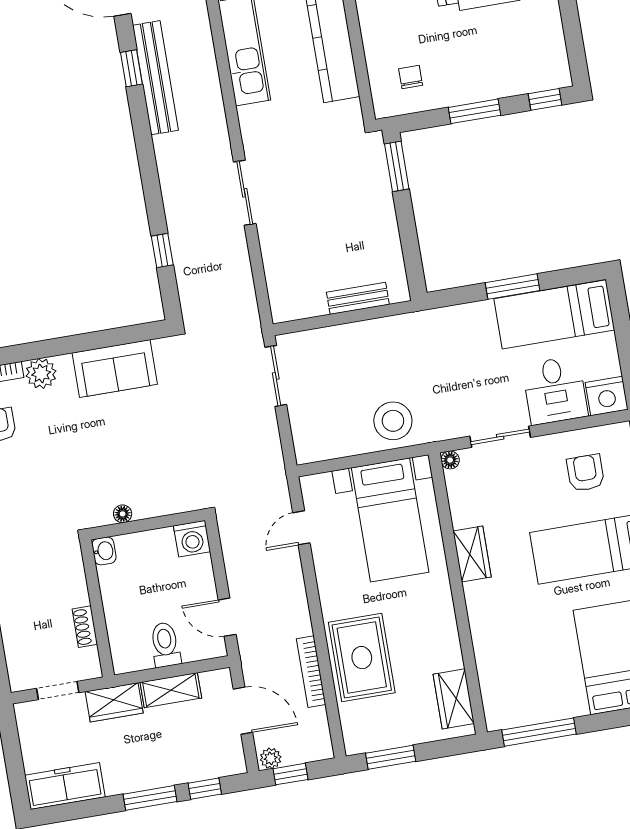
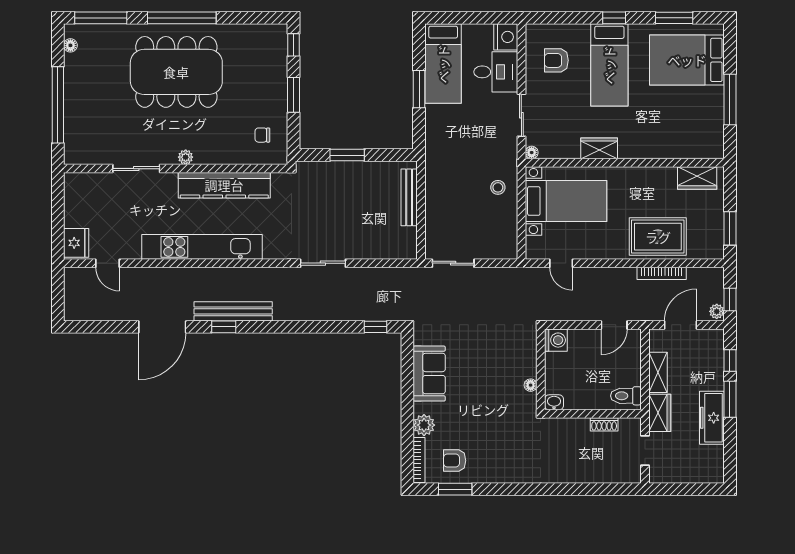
window: (397, 166) -> (347, 155), moved
window: (162, 250) -> (376, 327), moved
bench: (358, 298) -> (409, 197), width x1.36
stool: (393, 421) -> (498, 187), width x0.53, depth x0.53
toilet: (165, 645) -> (626, 396), moved
window: (539, 732) -> (730, 99), moved
freezer: (65, 786) -> (712, 418), moved

